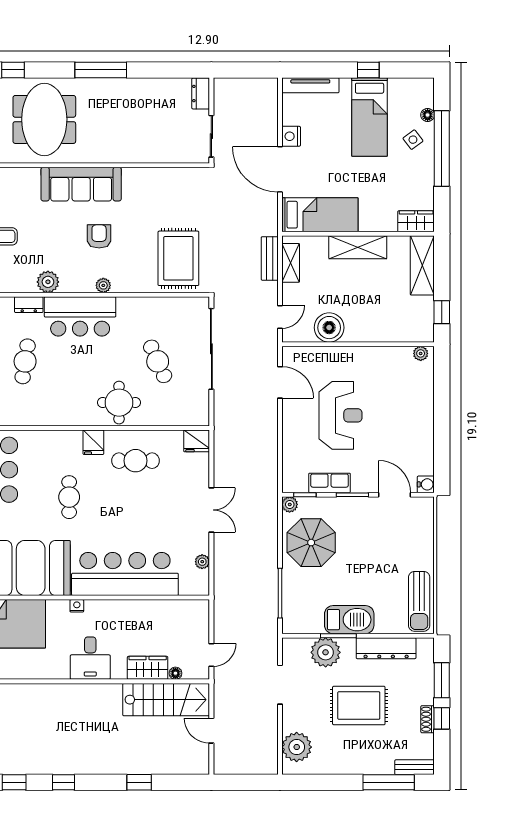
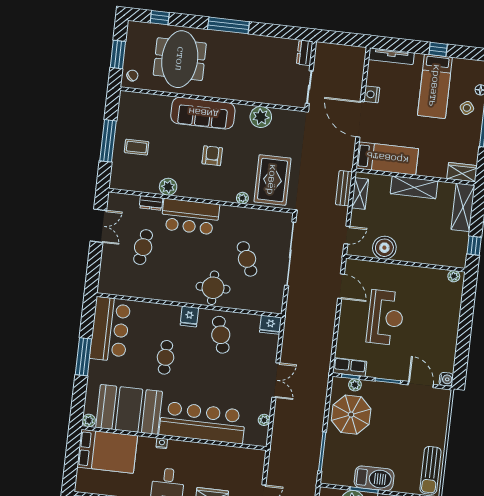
plant: (155, 181) -> (261, 117), added
plant: (103, 285) -> (242, 198), moved
cafe table: (136, 461) -> (221, 335), turned 75
row of seats: (330, 483) -> (350, 367), moved
plant: (290, 504) -> (355, 385), moved

